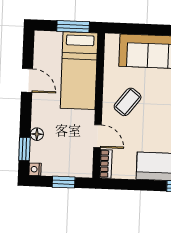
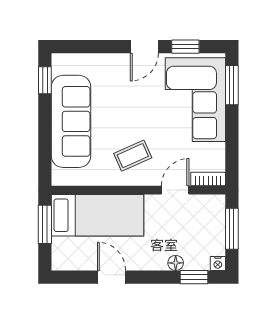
door: (27, 80) -> (112, 277), hinge flipped
coffee table: (128, 102) -> (133, 156), turned -62
window: (64, 182) -> (232, 229), width x1.50

